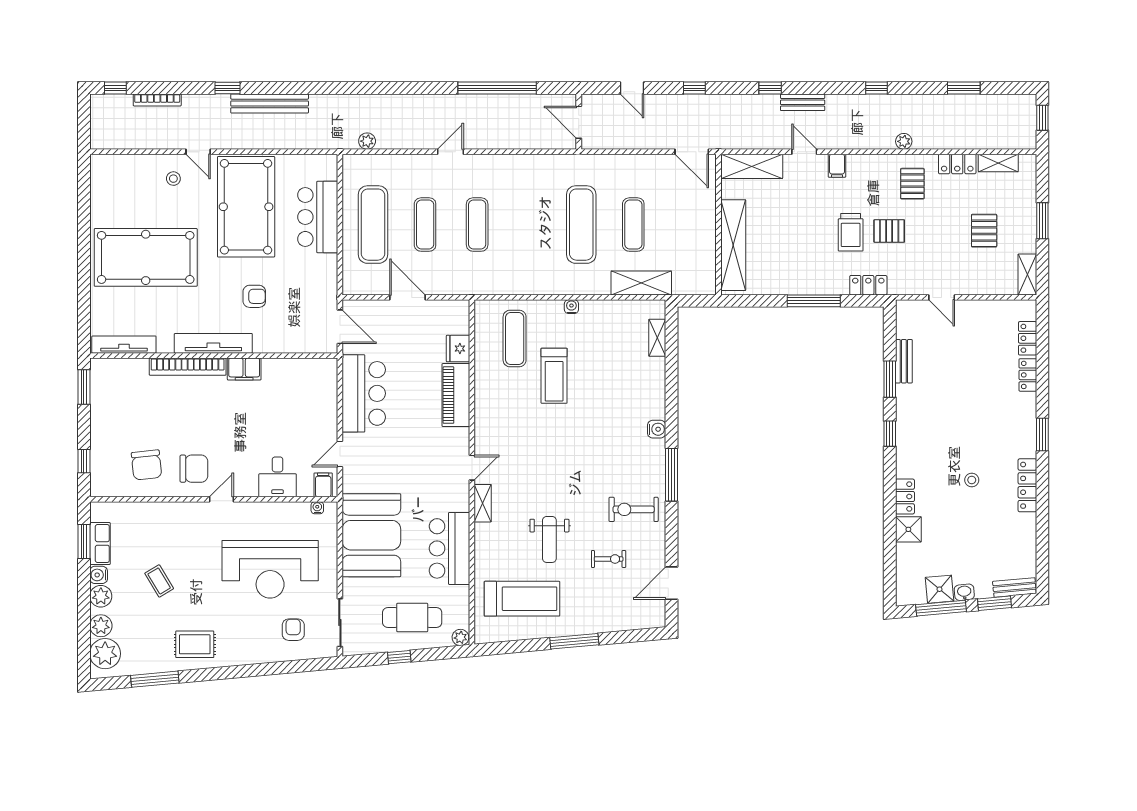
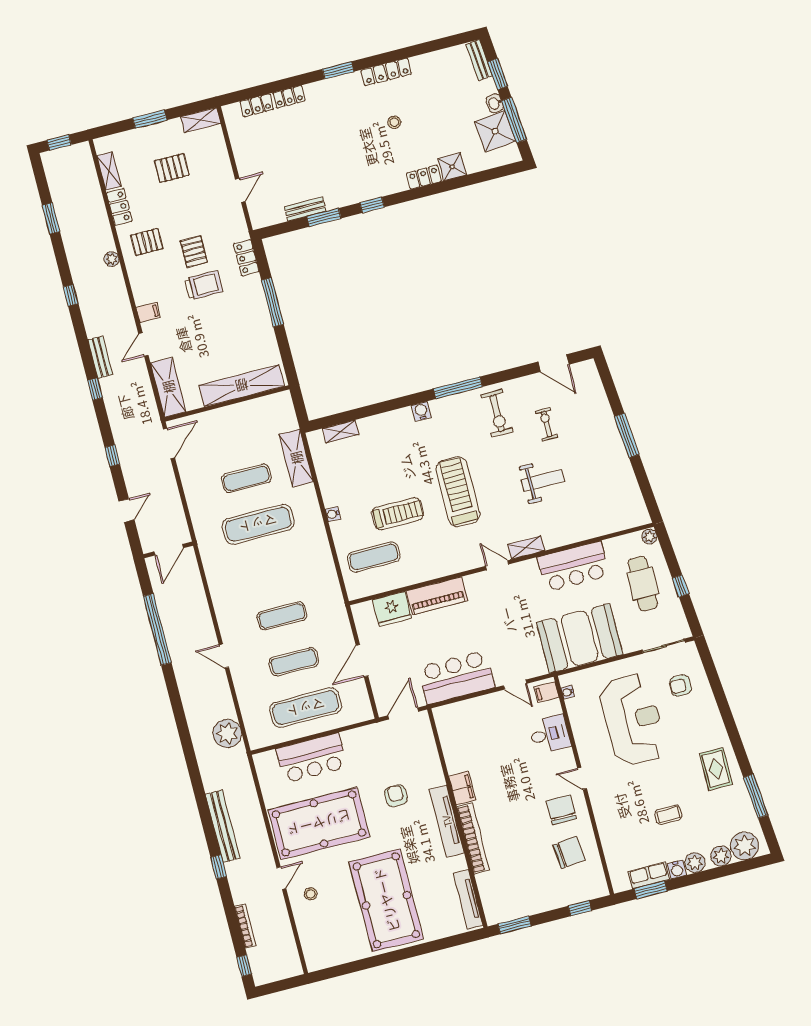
plant: (367, 141) -> (227, 733), width x1.87, depth x1.87
fridge: (458, 349) -> (392, 609), width x1.36, depth x1.34
coffee table: (159, 581) -> (668, 815), turned 31
shower: (939, 589) -> (495, 131), width x1.36, depth x1.36
treadmill: (522, 599) -> (458, 492), moved

